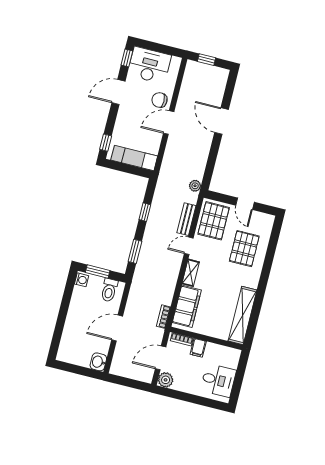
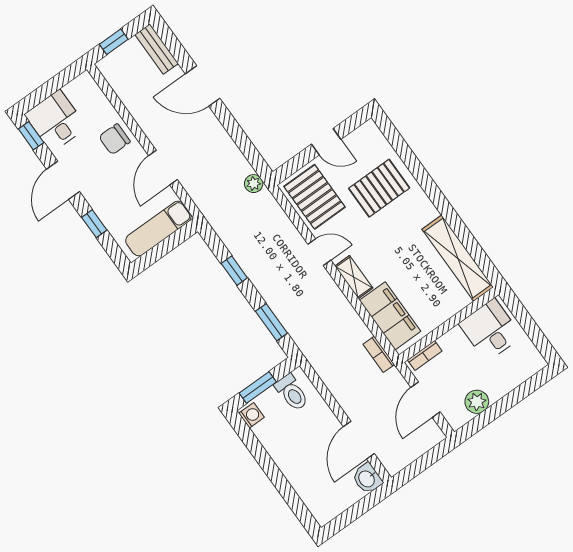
desk: (149, 65) -> (56, 121), width x0.73
door: (169, 123) -> (163, 168), moved
window: (106, 143) -> (94, 224), moved
bench: (186, 219) -> (157, 49), moved
door: (189, 246) -> (319, 252), swing flipped
pallet: (244, 249) -> (379, 188), turned 90
door: (117, 328) -> (359, 440), moved
filing cabinet: (198, 348) -> (452, 344), removed
plant: (166, 380) -> (477, 402), moved
desk: (218, 380) -> (490, 330), moved, turned -90

